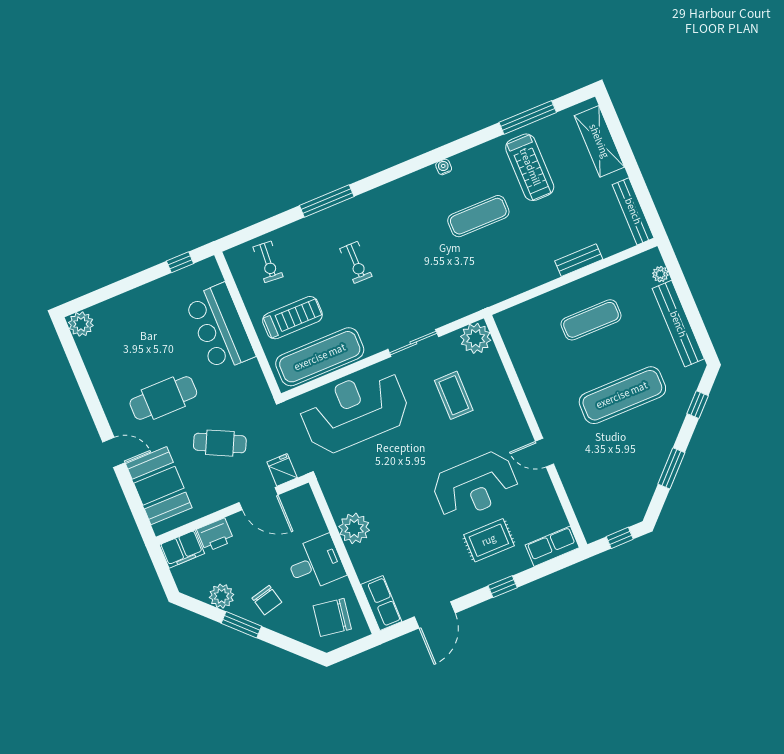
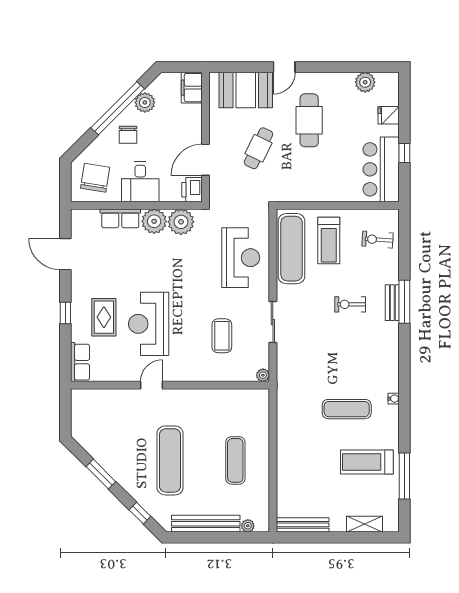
shelving: (599, 141) -> (365, 524), width x0.67, depth x0.75
exercise mat: (478, 216) -> (347, 409), turned 90
bench: (579, 260) -> (392, 303), moved
window: (180, 262) -> (404, 153), moved
plant: (81, 324) -> (365, 82), moved
bar counter: (220, 328) -> (381, 169), moved, turned -90
plant: (476, 338) -> (263, 375), width x0.53, depth x0.53
coffee table: (454, 395) -> (222, 336), turned 90
reception desk: (355, 411) -> (241, 258), width x0.74, depth x0.77
fridge: (282, 470) -> (389, 115), moved, turned 180
plant: (342, 497) -> (181, 222), added
printer: (215, 535) -> (192, 190), moved
window: (620, 538) -> (65, 415), removed
chair: (267, 600) -> (128, 135), turned -76
row of seats: (381, 603) -> (120, 218), moved
window: (241, 625) -> (118, 108), width x2.11

